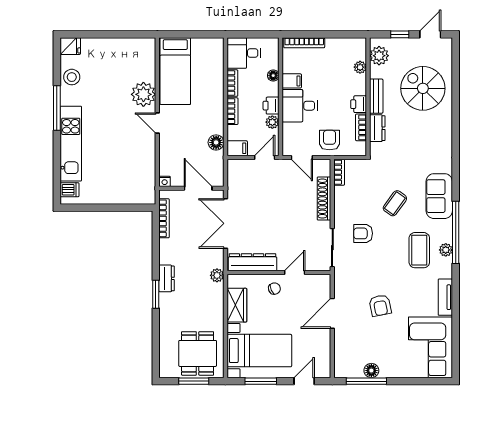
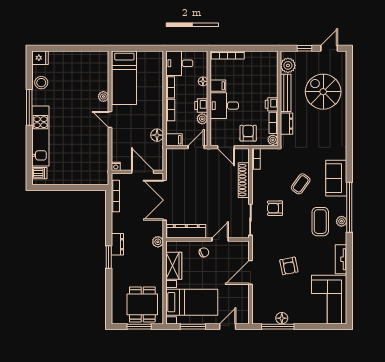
plant: (360, 67) -> (273, 140), moved
plant: (143, 94) -> (103, 96), width x0.53, depth x0.53
bench: (376, 96) -> (286, 93), width x1.36

